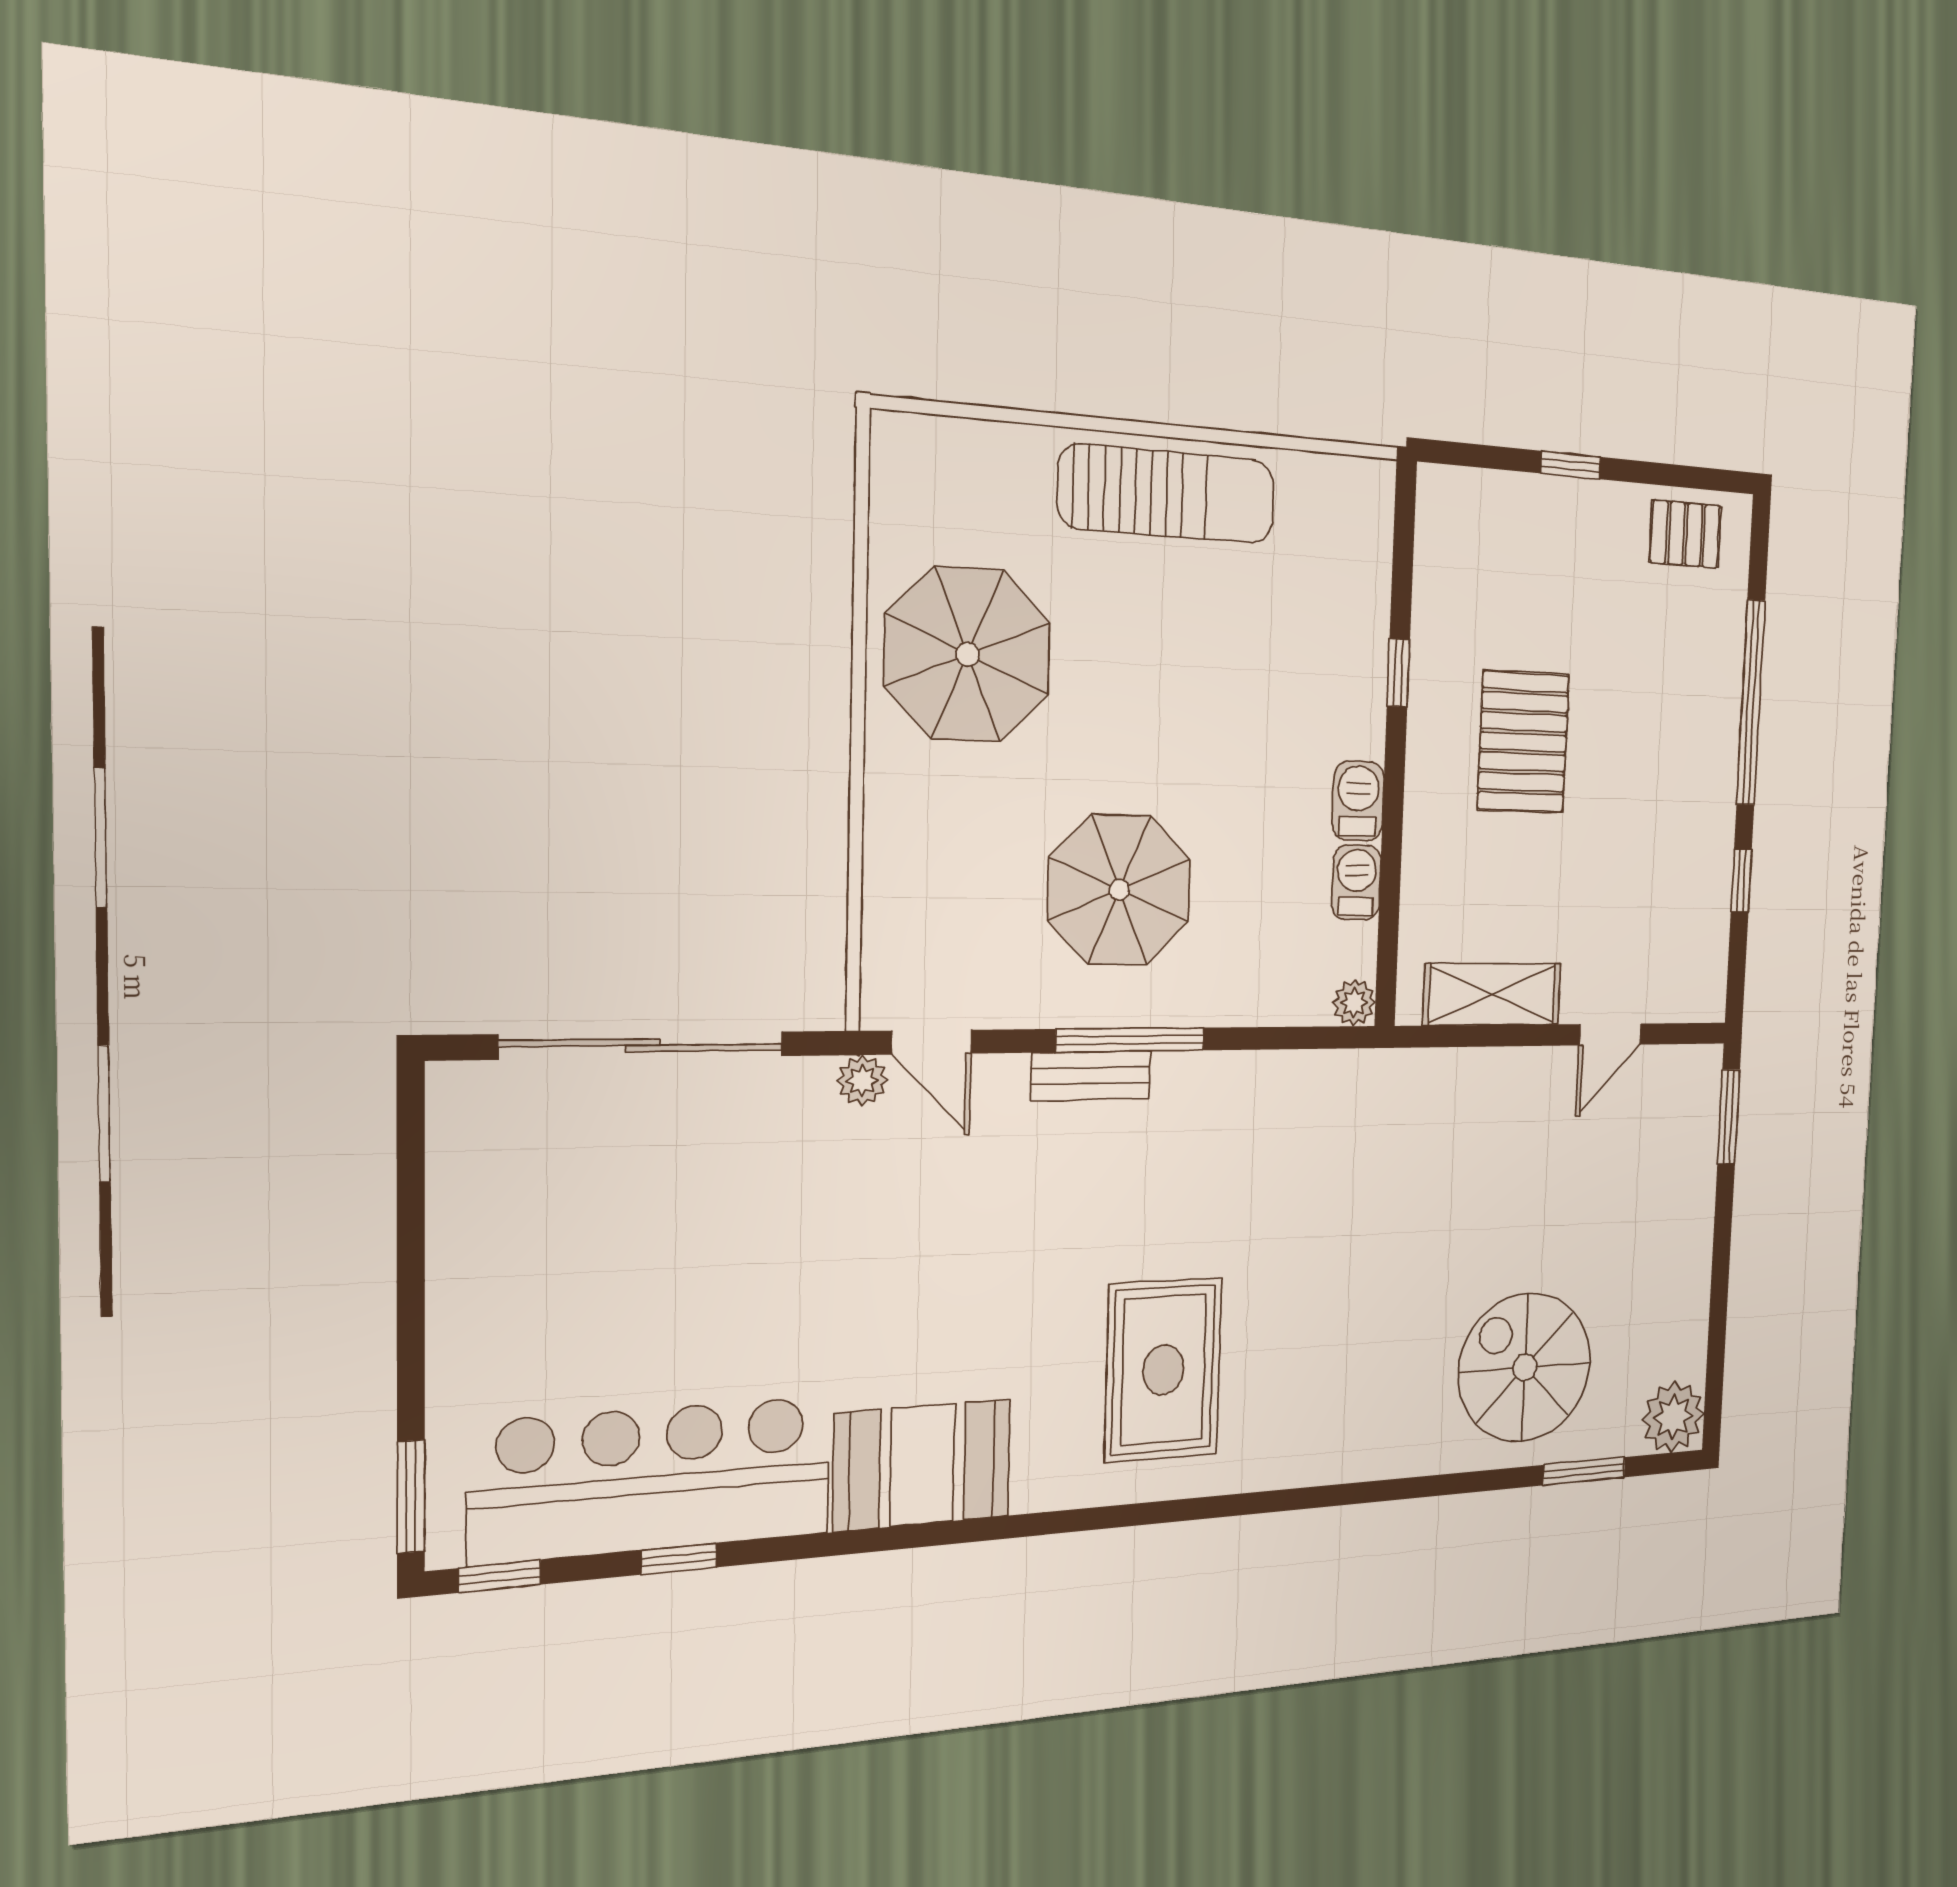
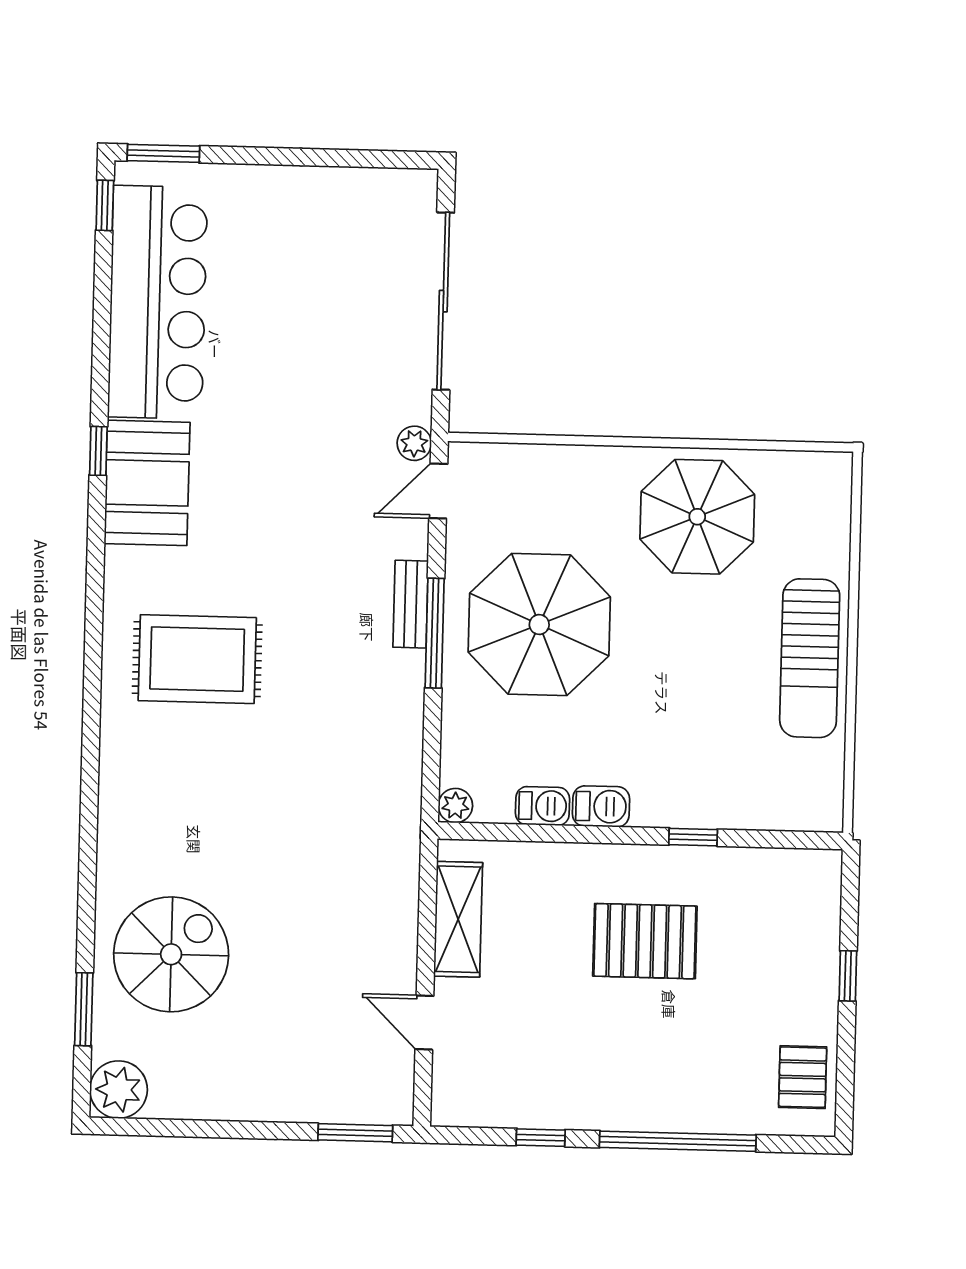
parasol: (1119, 890) -> (539, 624), width x1.36, depth x1.36
window: (679, 1559) -> (98, 451), moved

